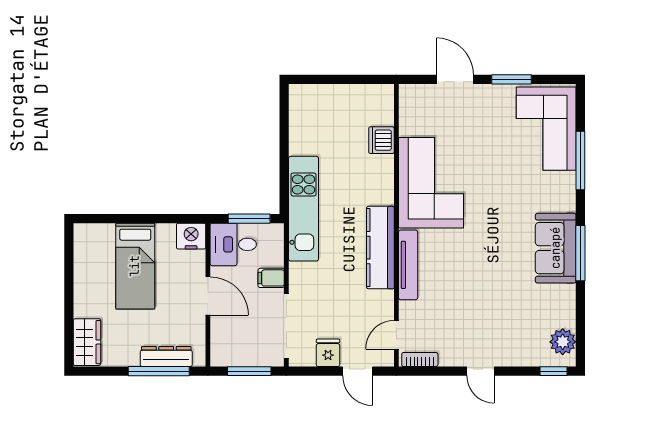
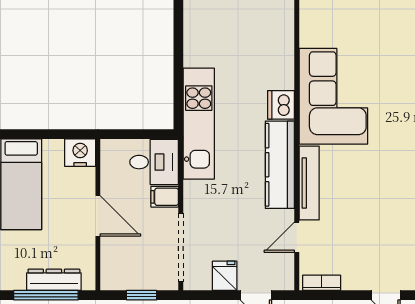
dishwasher: (381, 140) -> (281, 105), moved
window: (249, 219) -> (141, 134), removed
desk: (233, 244) -> (154, 162), moved, turned 180
door: (396, 335) -> (297, 237), moved
window: (249, 371) -> (142, 295), width x0.67

